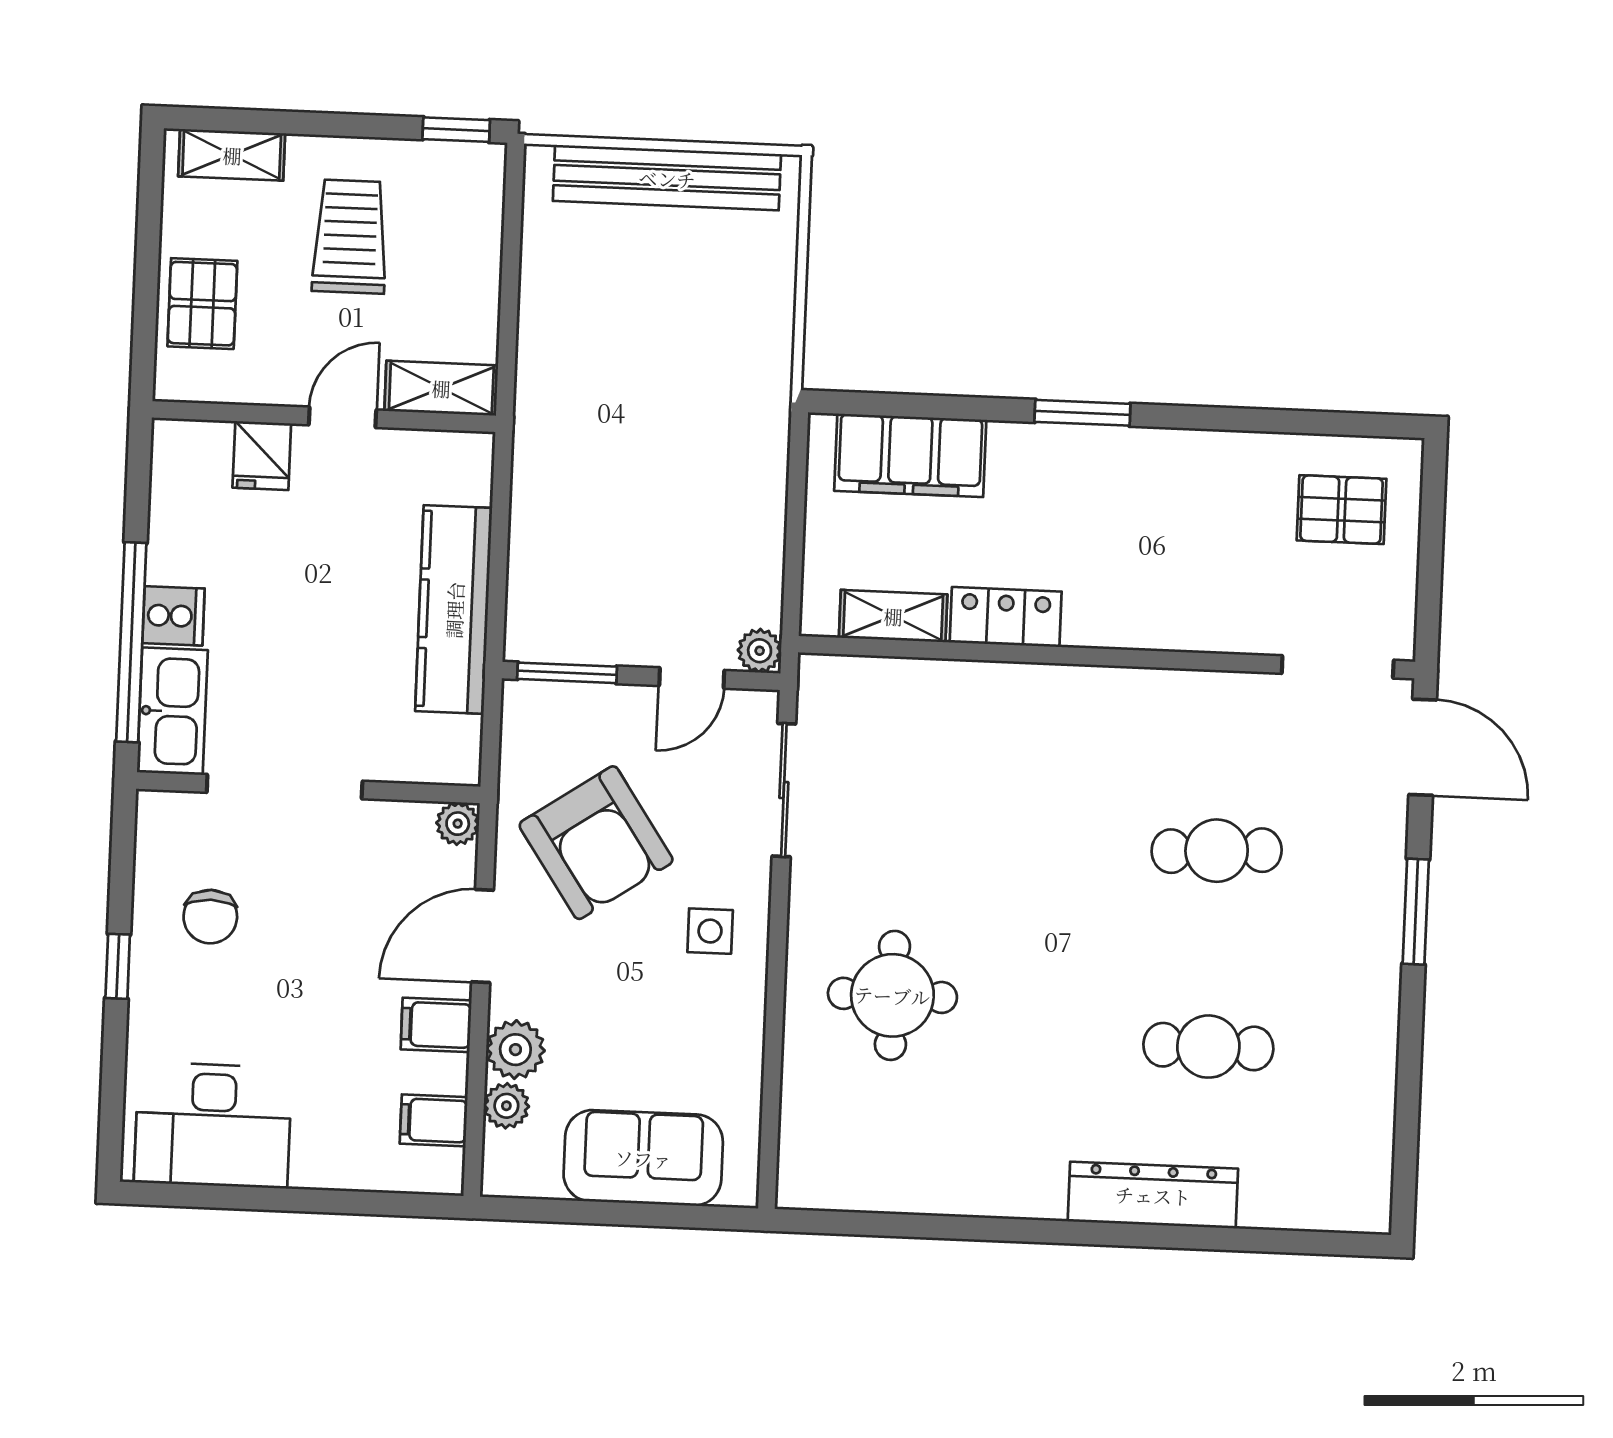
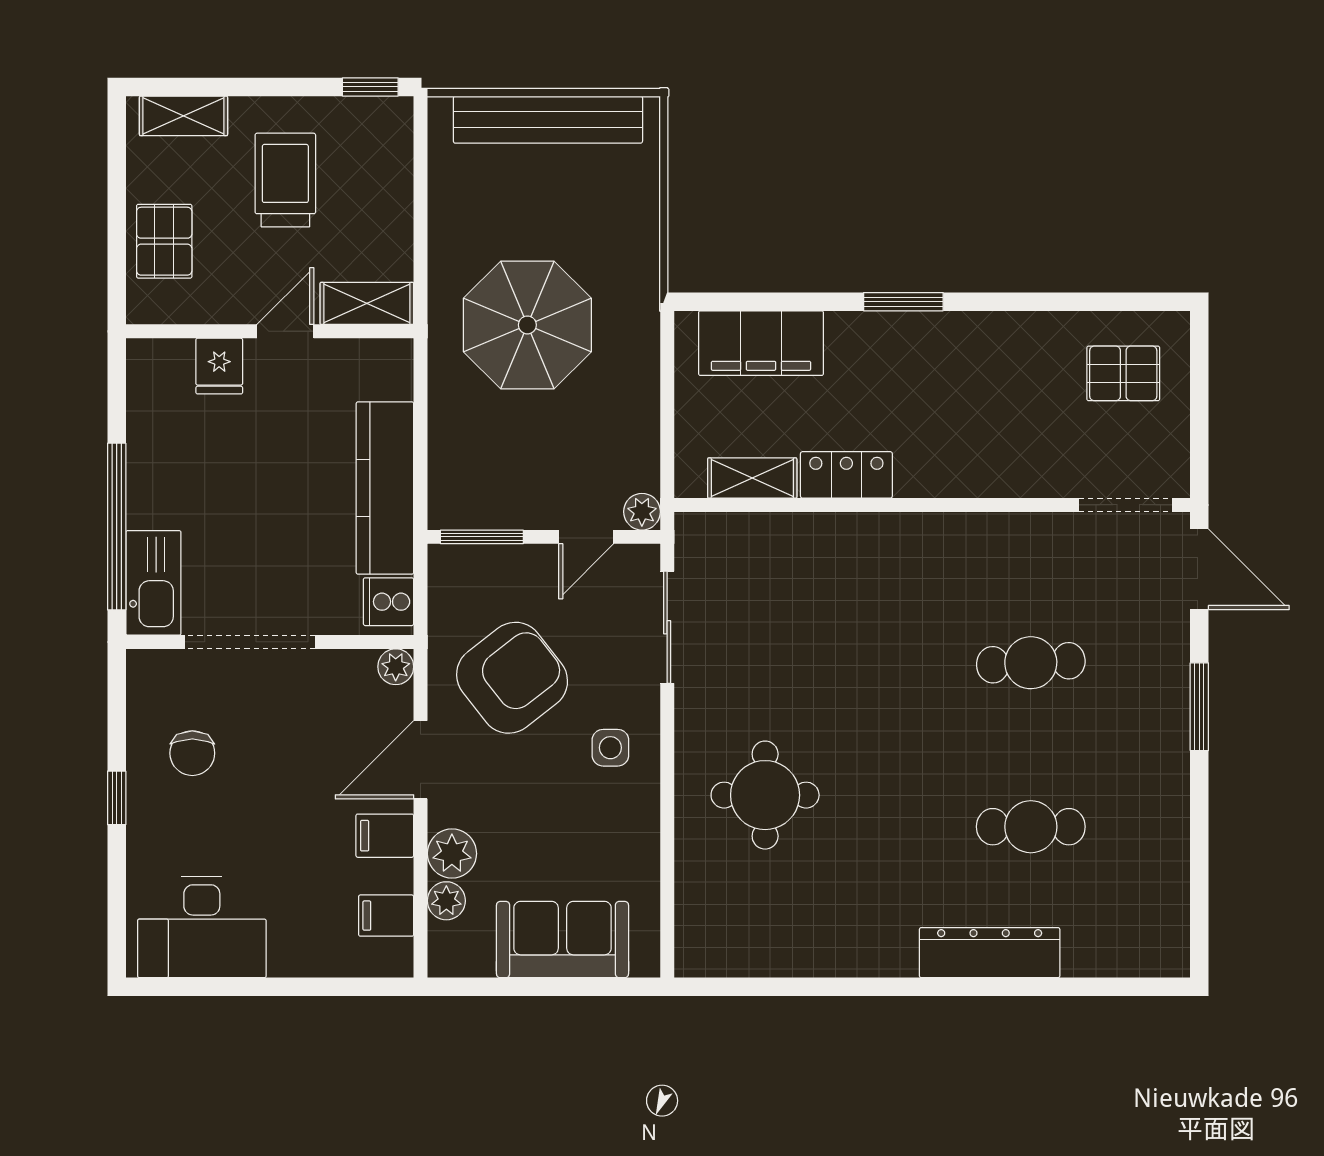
parasol: (632, 422) -> (527, 325), added
cooker: (173, 616) -> (389, 602), moved, turned 180
armchair: (596, 843) -> (512, 678), turned -94

